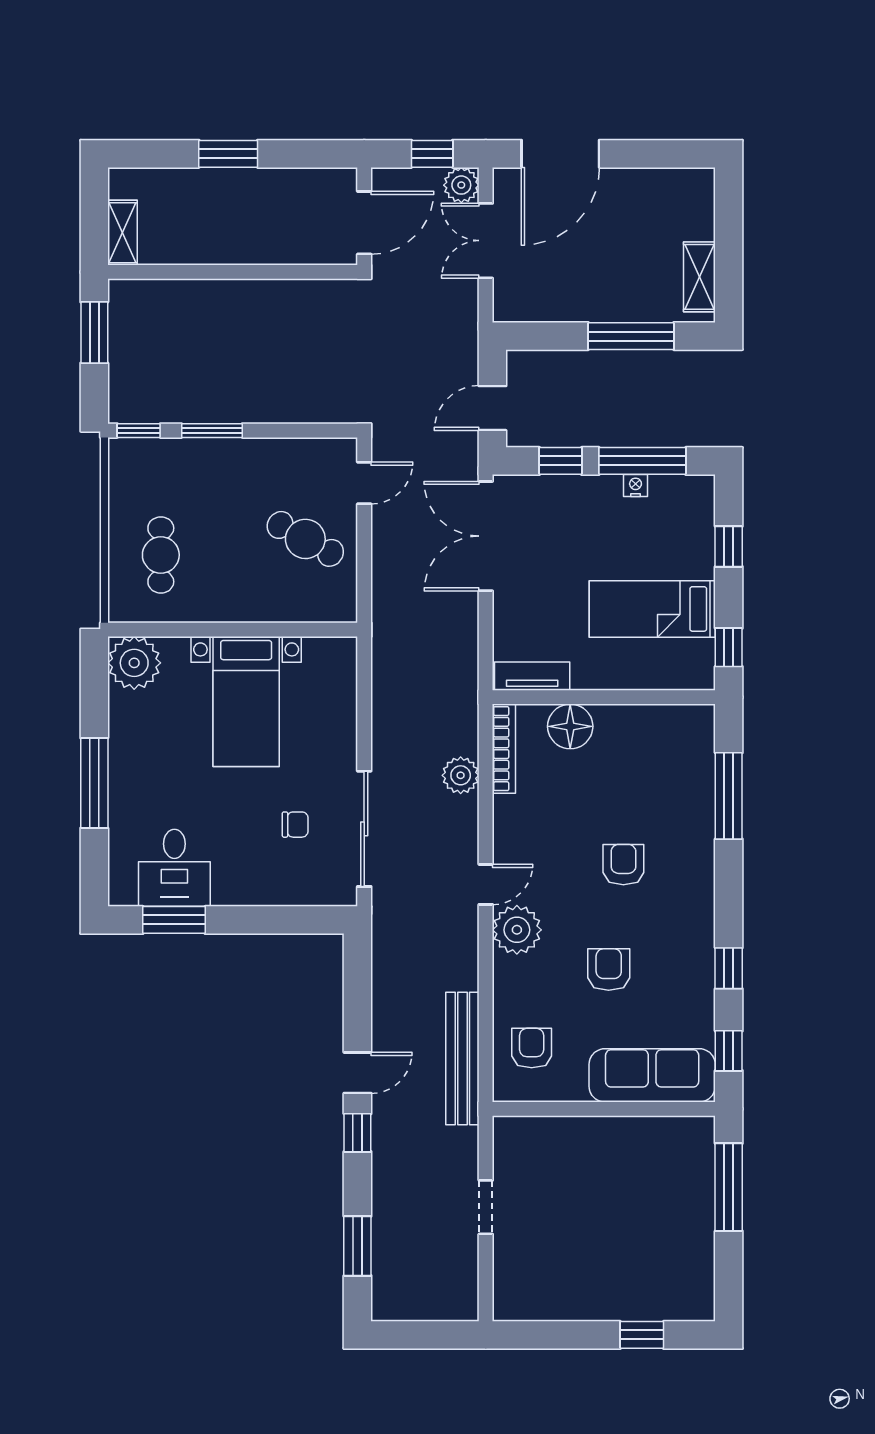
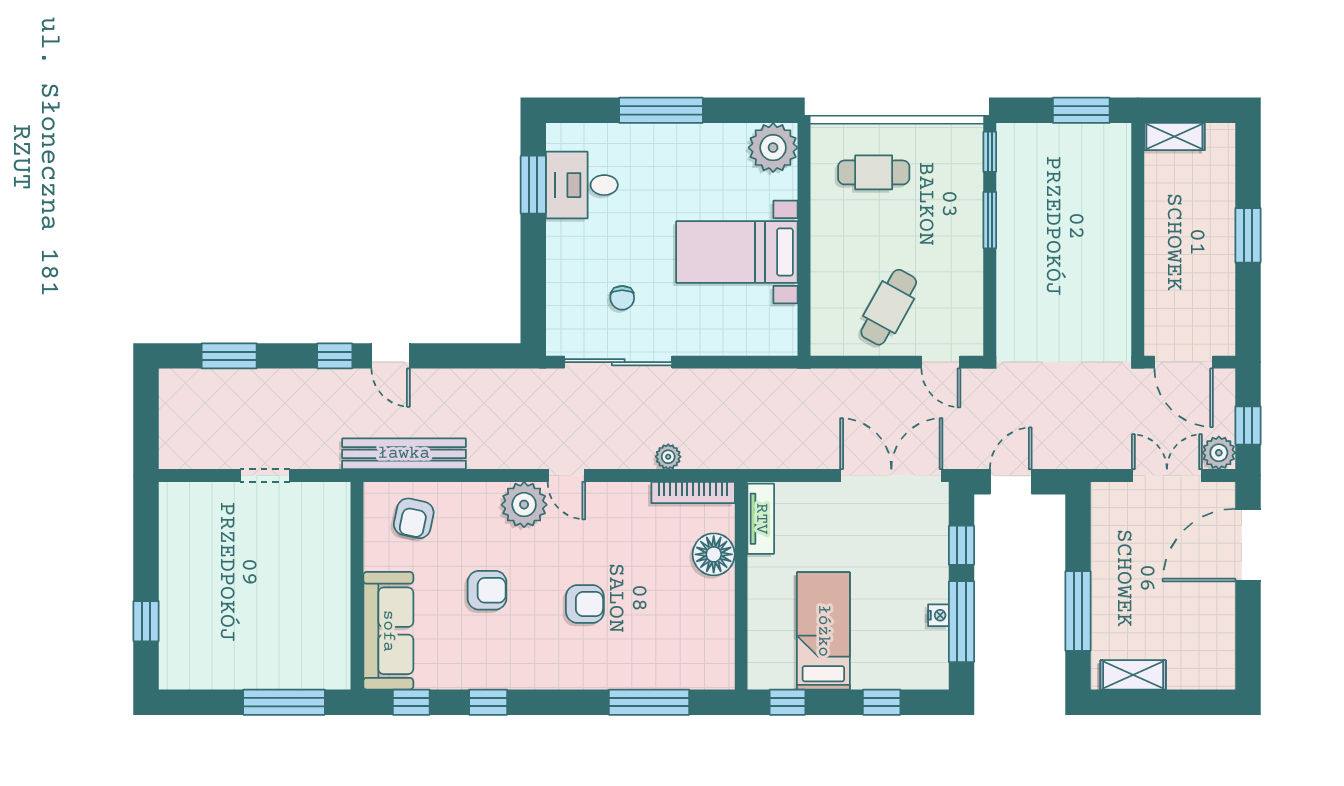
door: (560, 154) -> (1248, 545), hinge flipped
door: (492, 408) -> (1011, 482), hinge flipped
plant: (461, 775) -> (668, 457), width x0.73, depth x0.73
armchair: (532, 1048) -> (414, 518), turned 102

